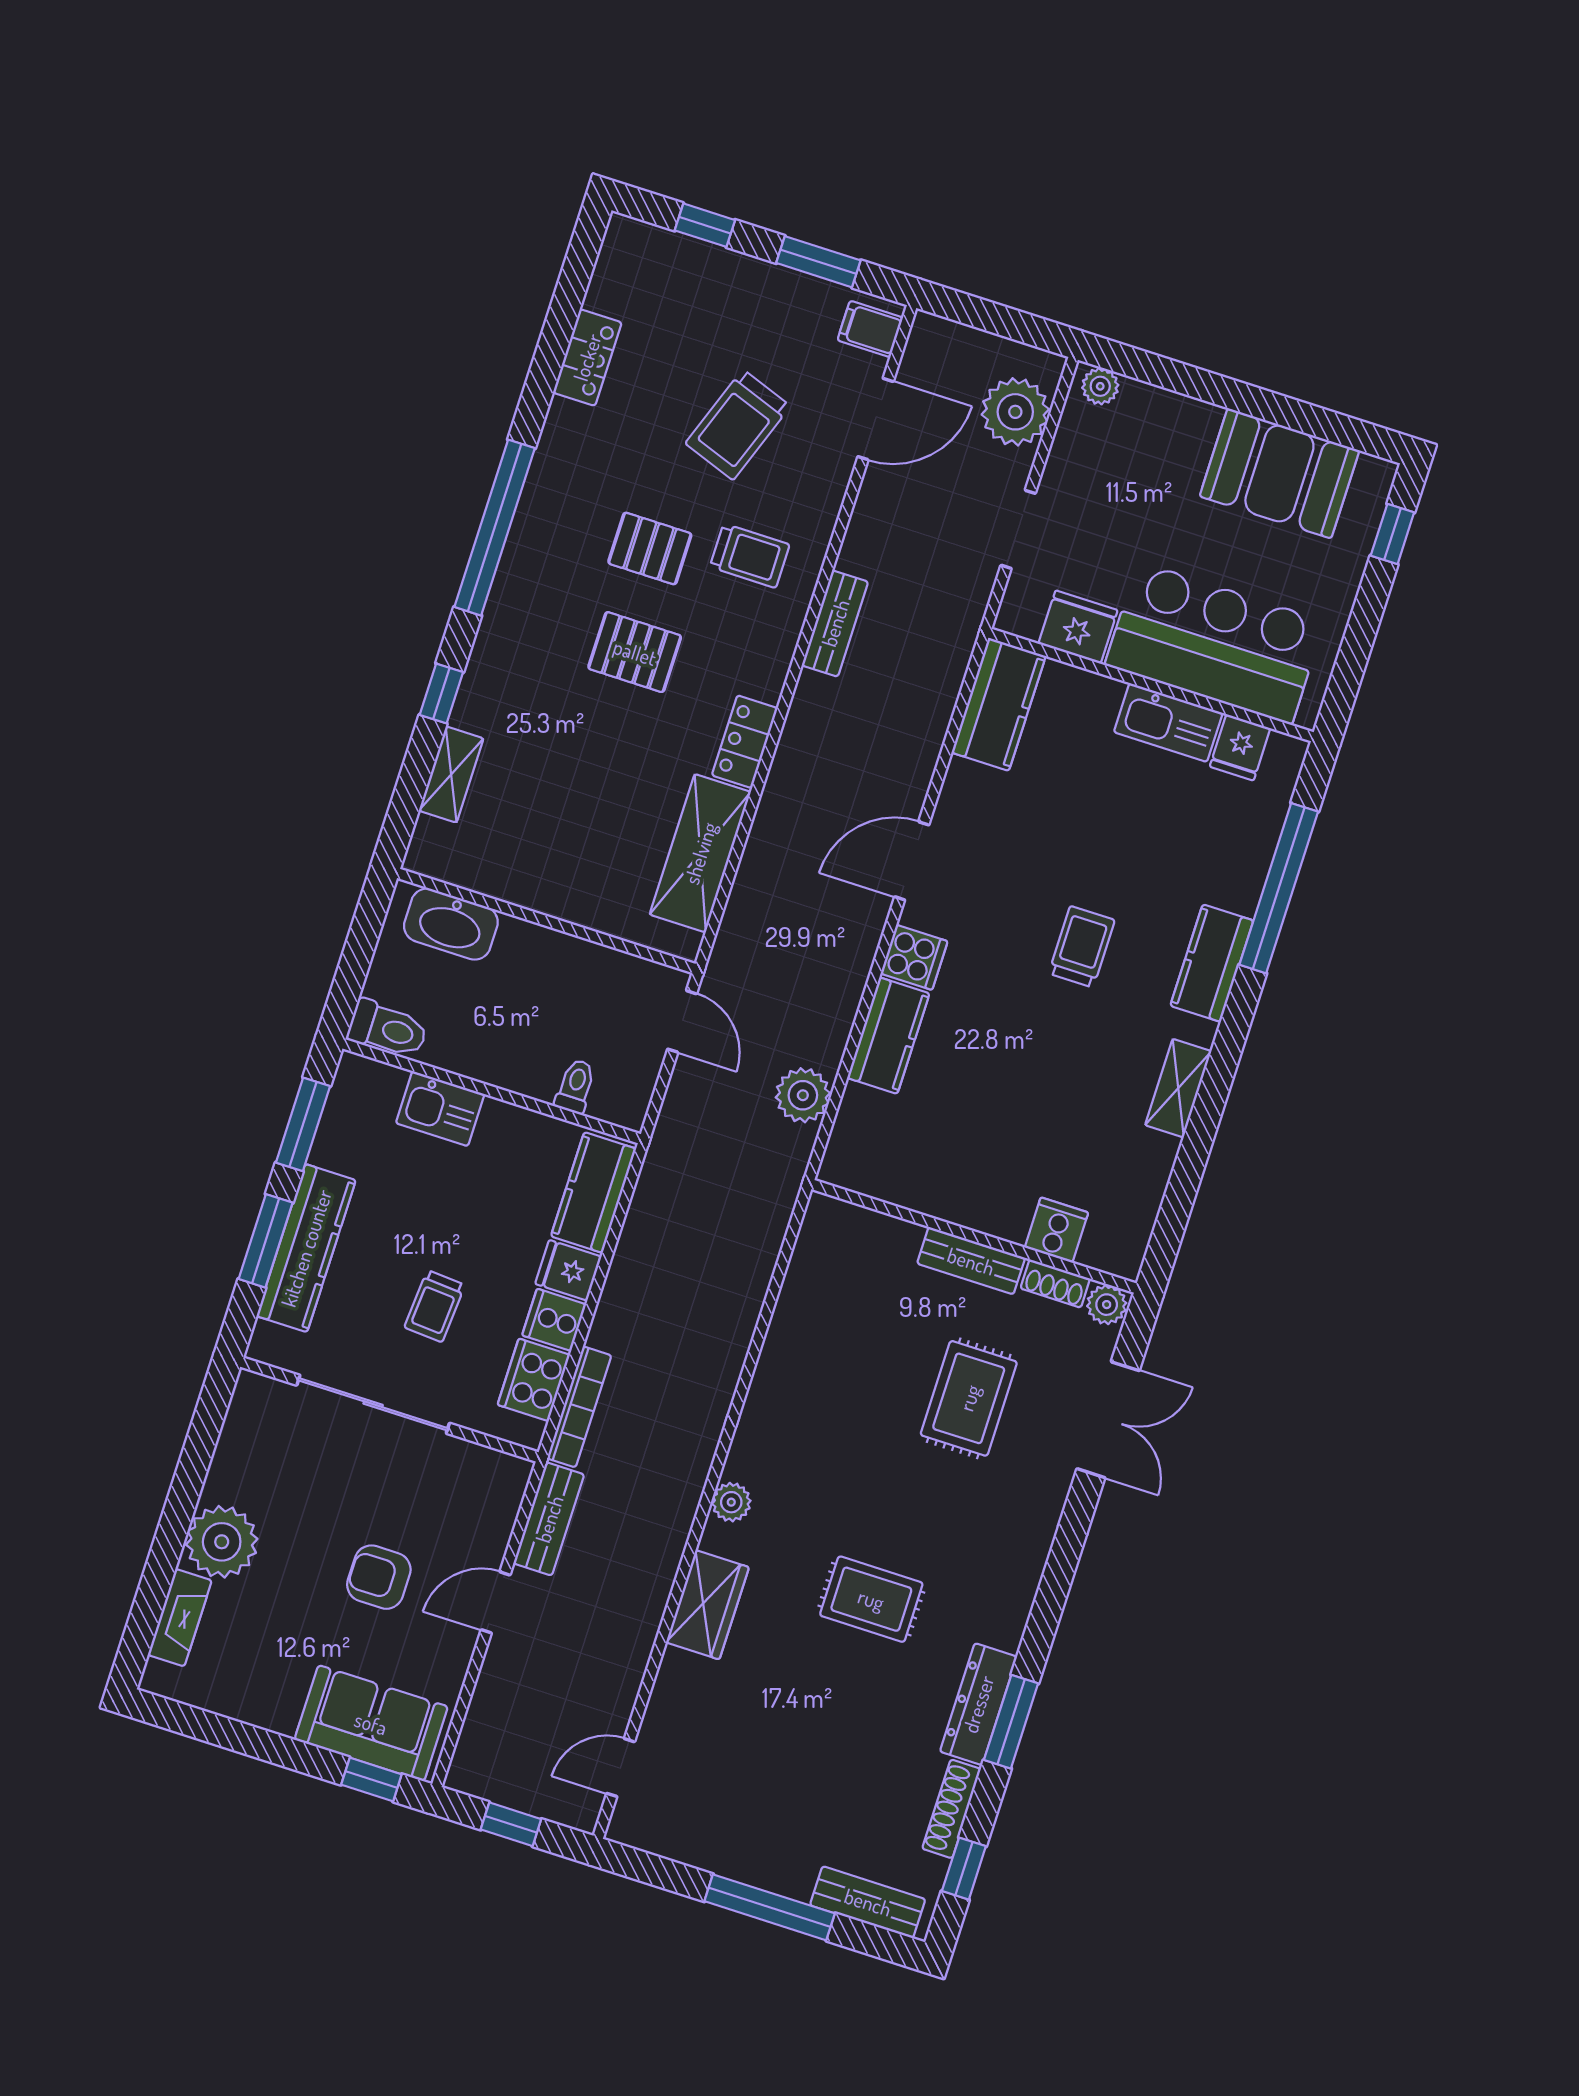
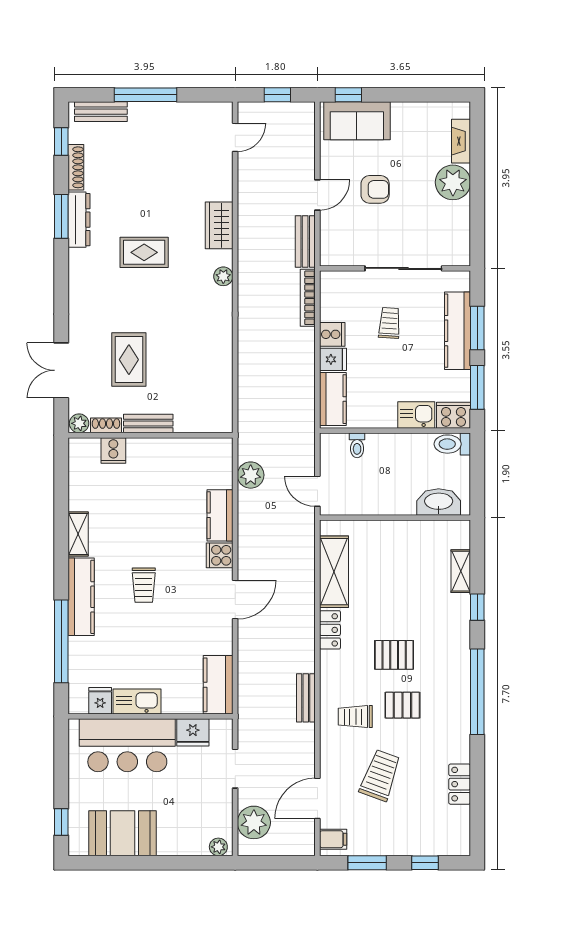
kitchen counter: (1212, 963) -> (81, 597), width x1.50
cooker: (534, 1380) -> (453, 415), moved, turned -90

